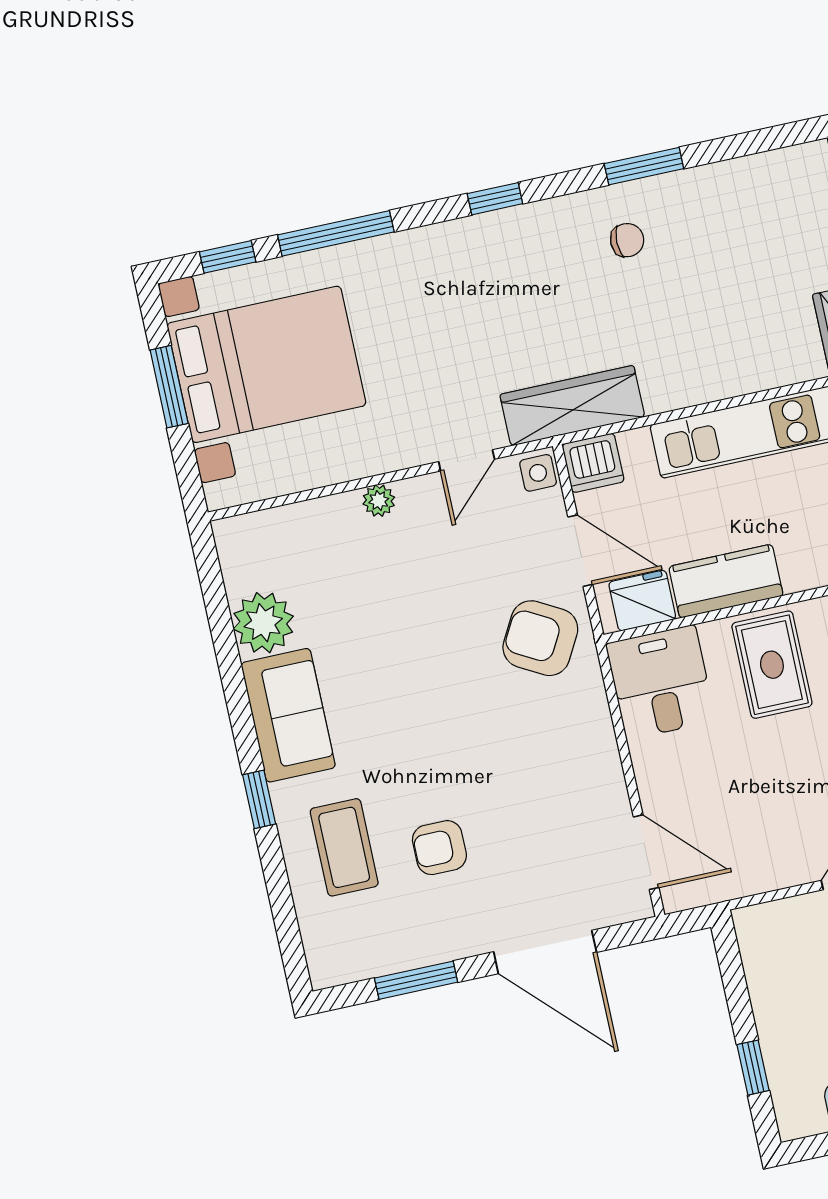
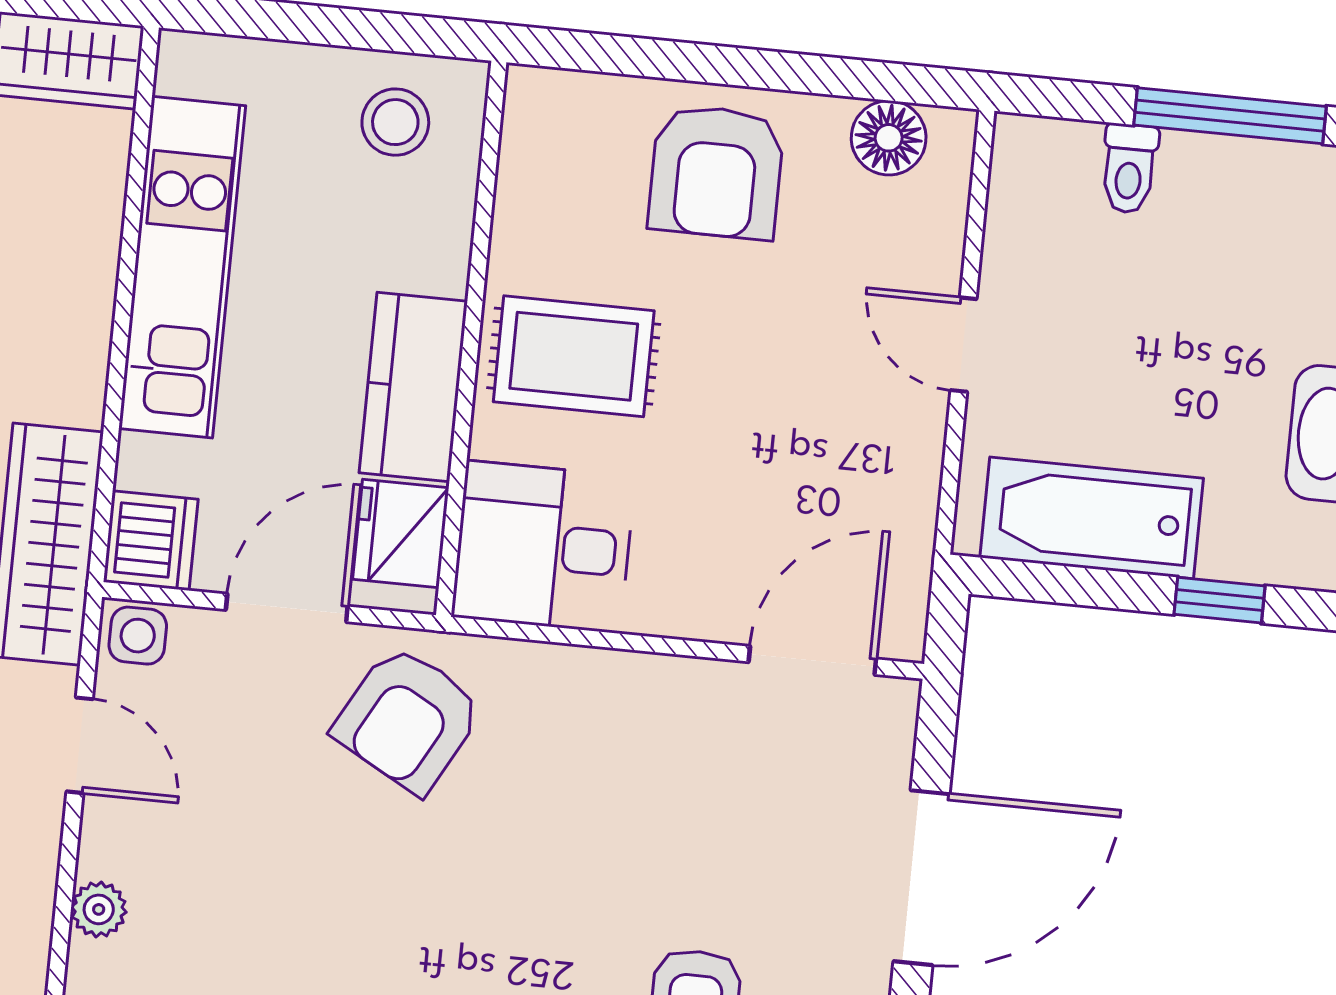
bathtub: (776, 982) -> (1092, 518), added

